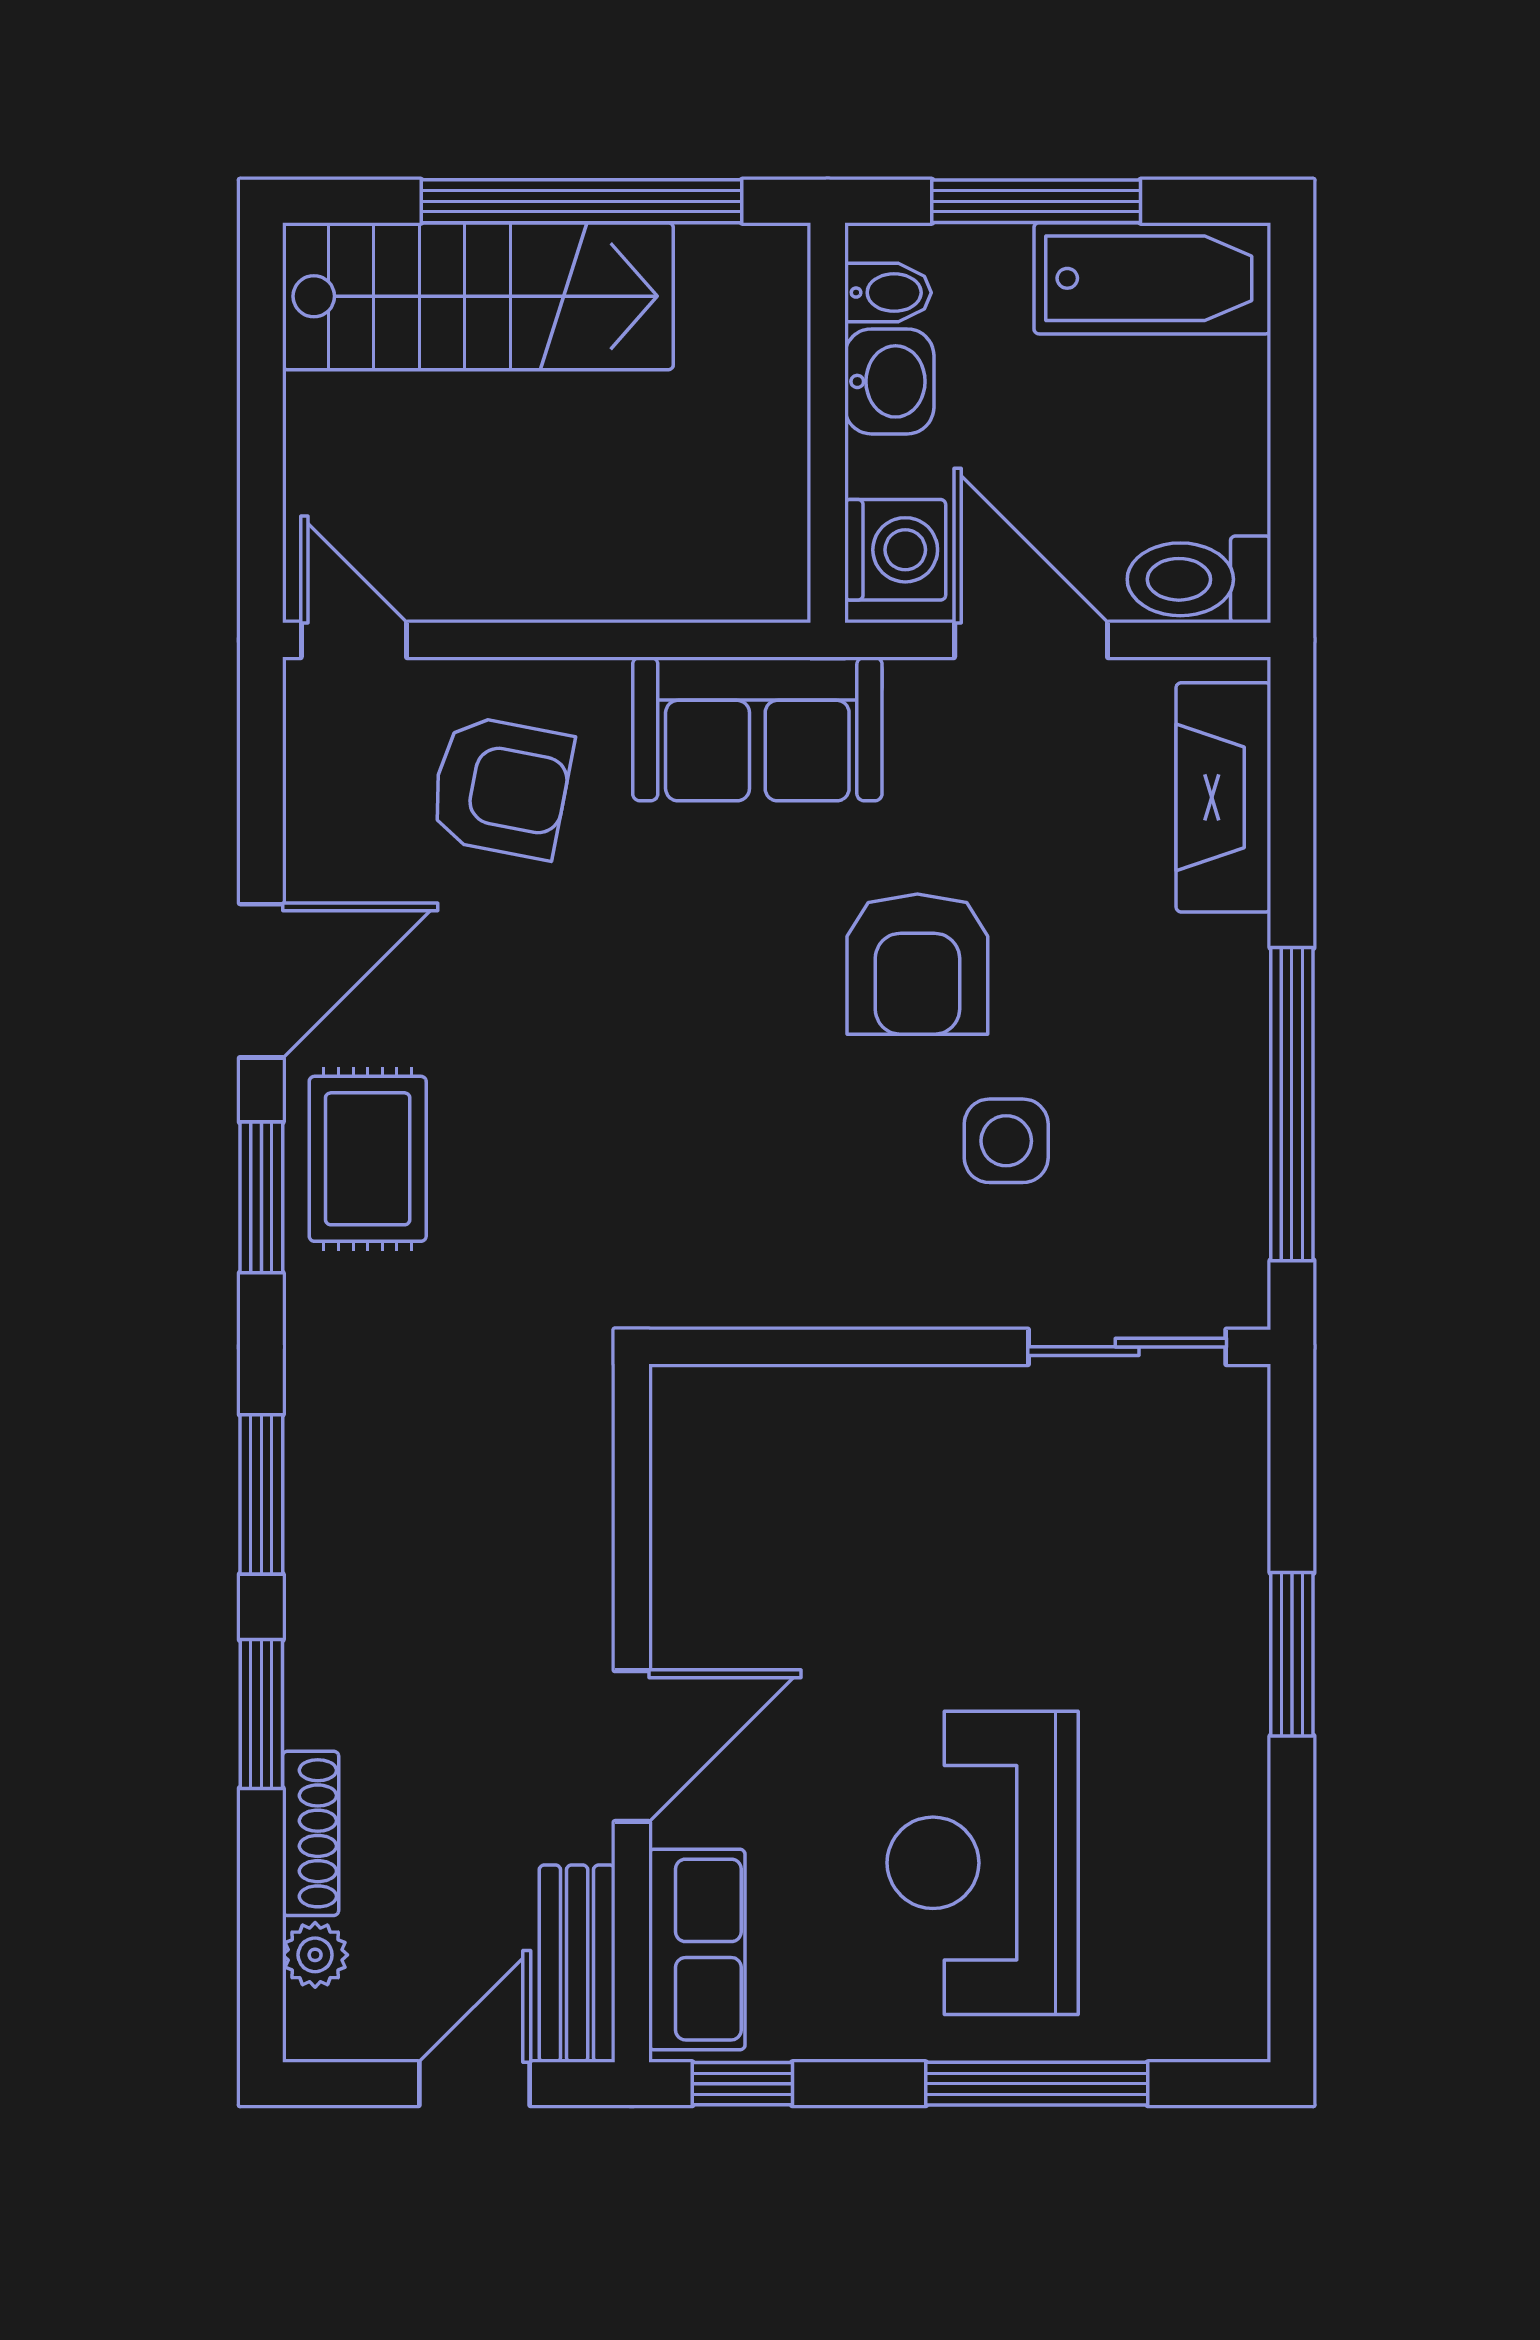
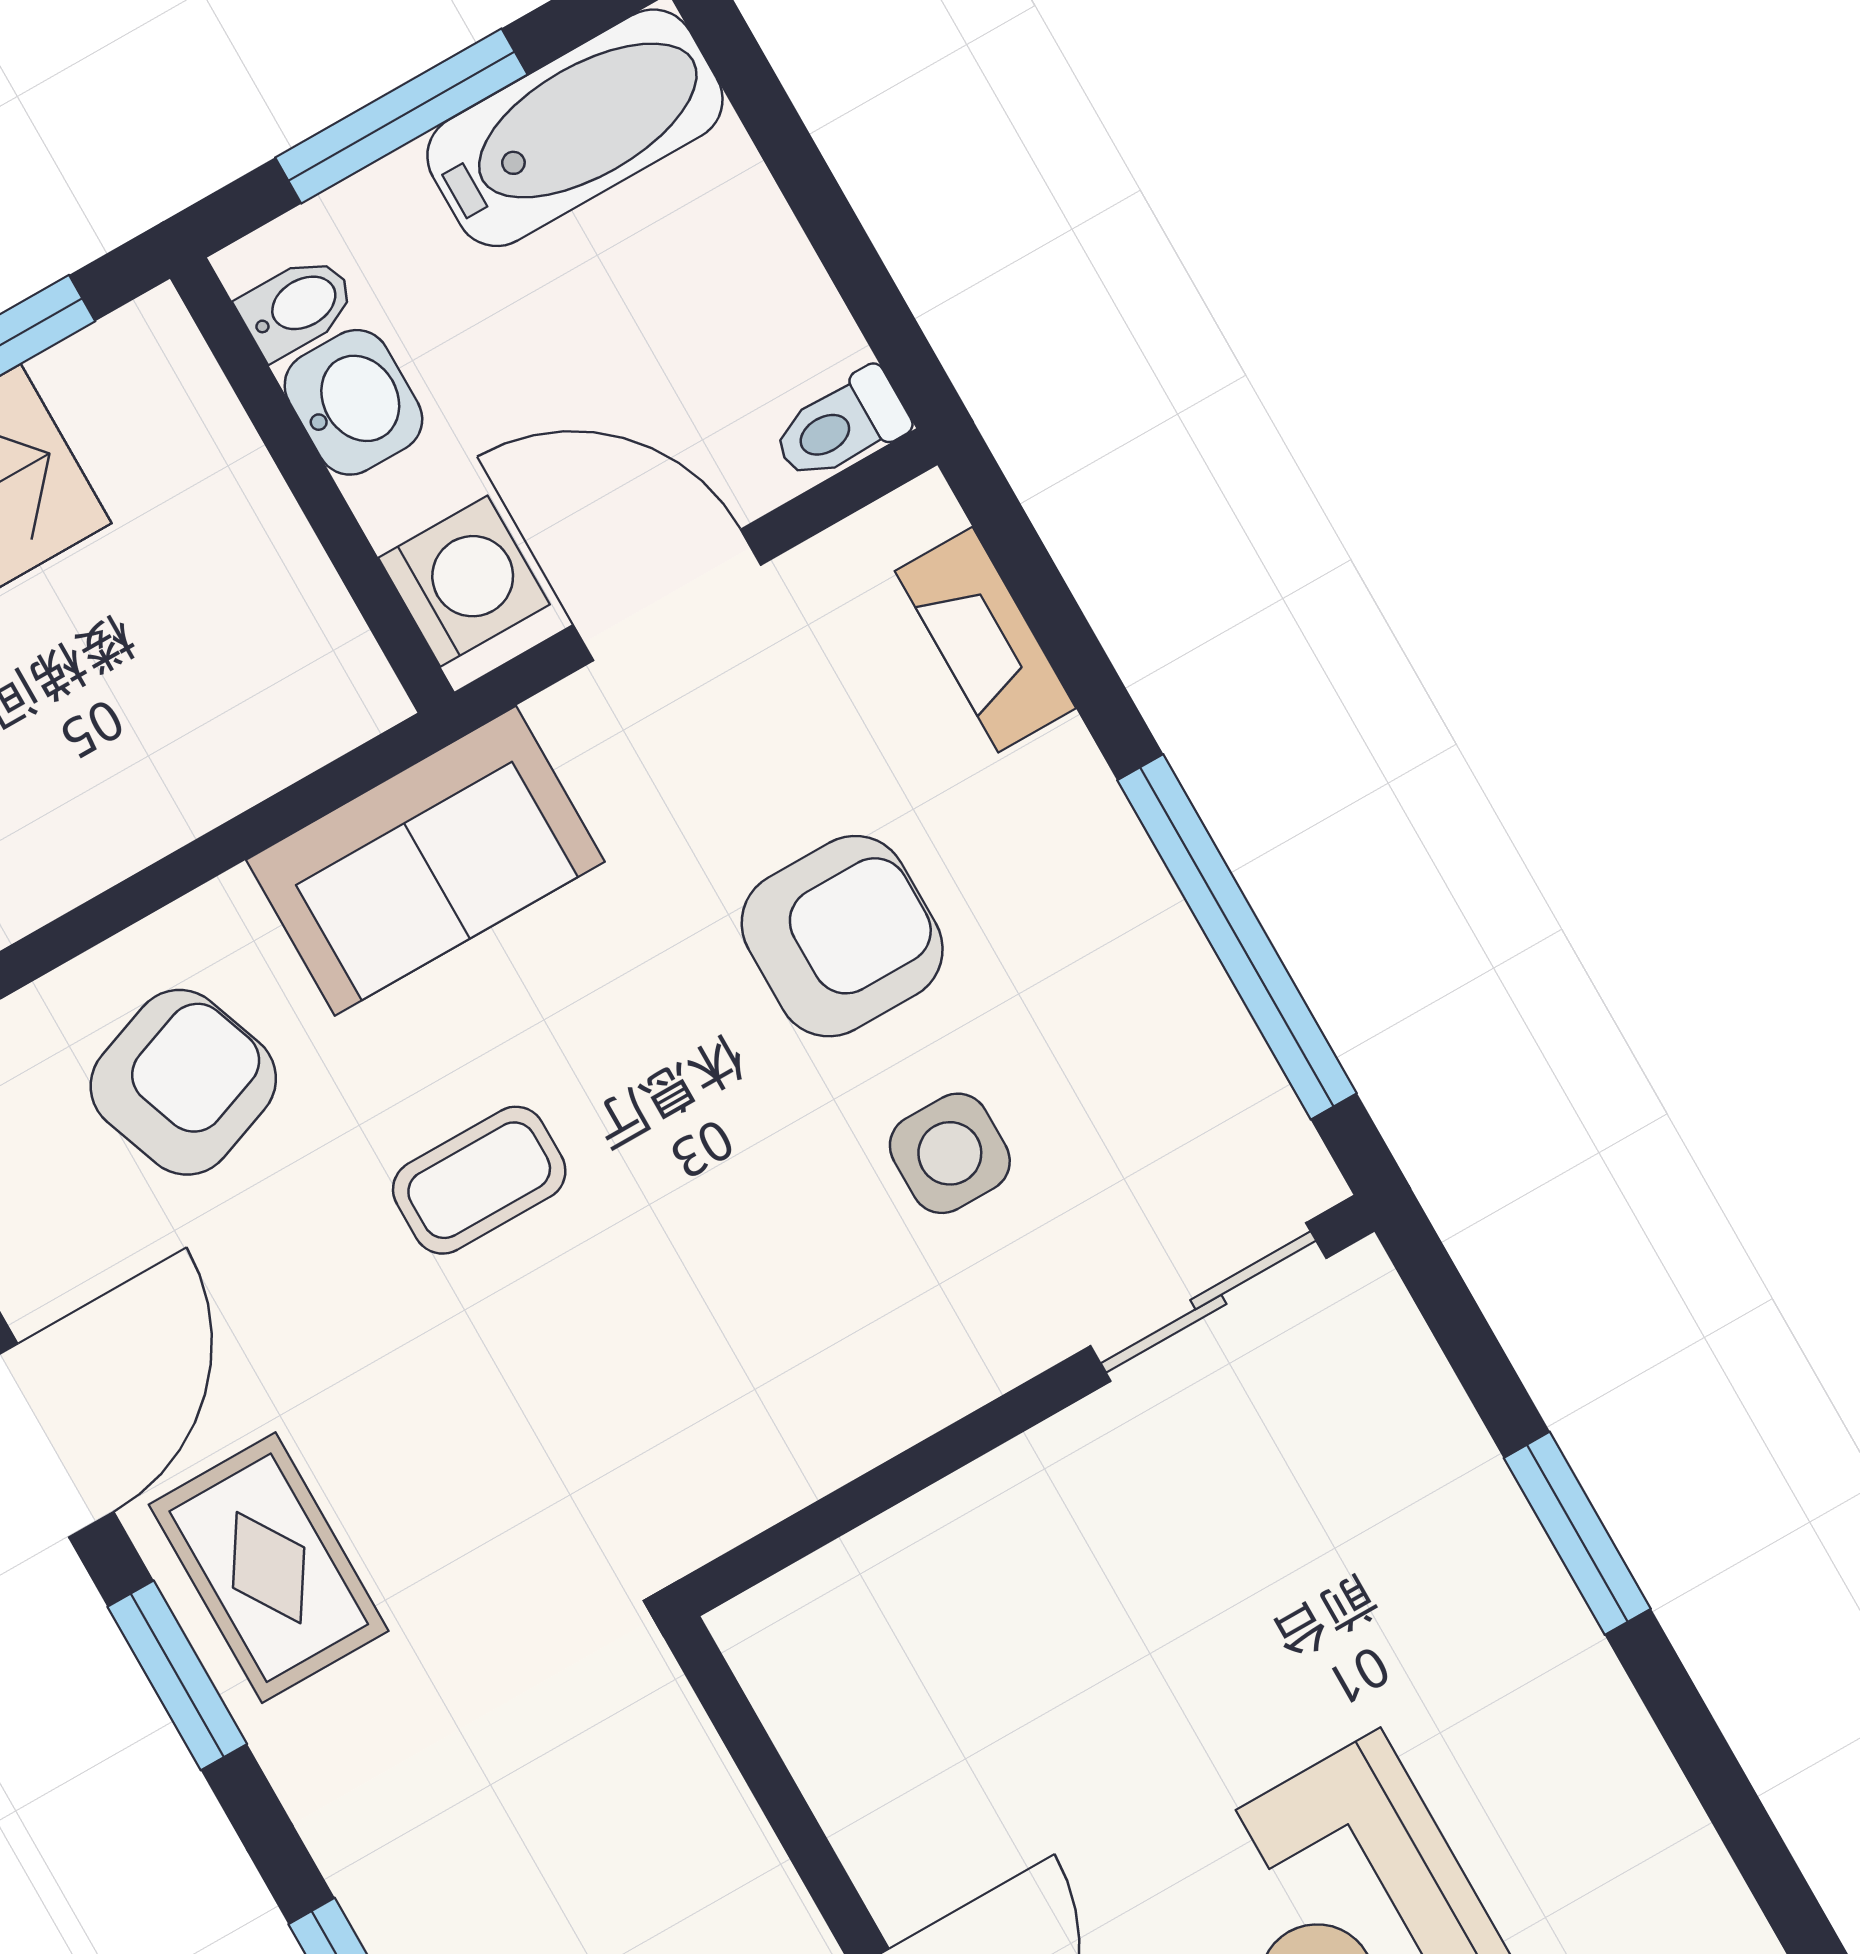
toilet: (1199, 579) -> (841, 426), width x0.73, depth x0.72
armchair: (501, 787) -> (183, 1082), turned -31
fireplace: (1223, 797) -> (985, 640), width x0.73, depth x0.76
armchair: (917, 964) -> (842, 936), moved, turned -90
coffee table: (668, 973) -> (479, 1180), added

